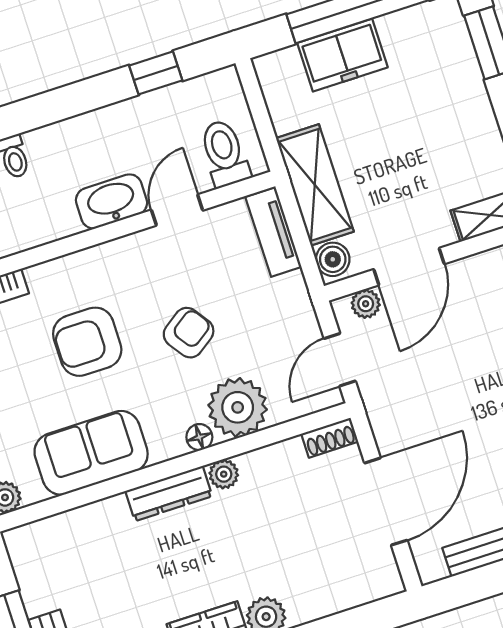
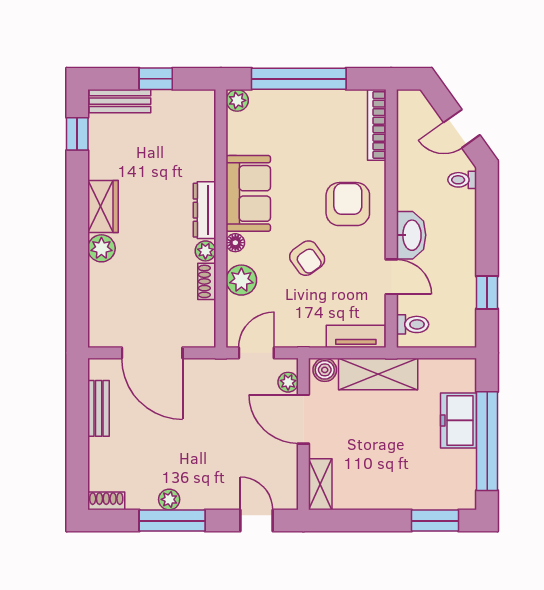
toilet: (224, 153) -> (413, 324), width x0.73, depth x0.72
armchair: (87, 342) -> (348, 204), moved
door: (340, 360) -> (256, 353), hinge flipped
plant: (238, 407) -> (241, 280), width x0.73, depth x0.73
shoe rack: (330, 438) -> (207, 281), moved
sofa: (91, 453) -> (248, 193), moved

